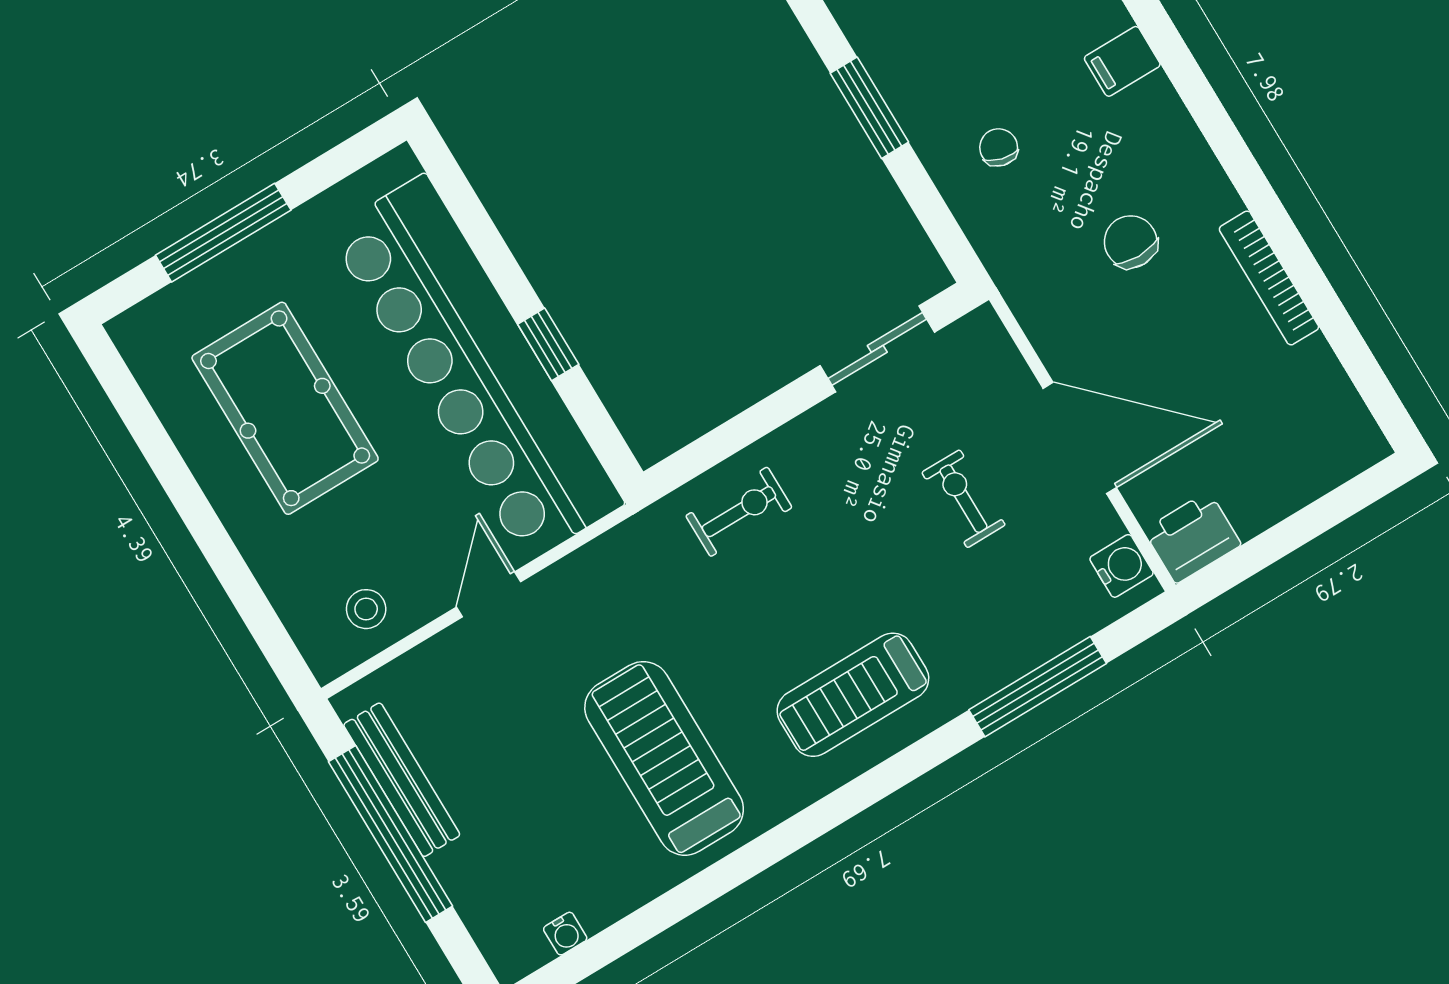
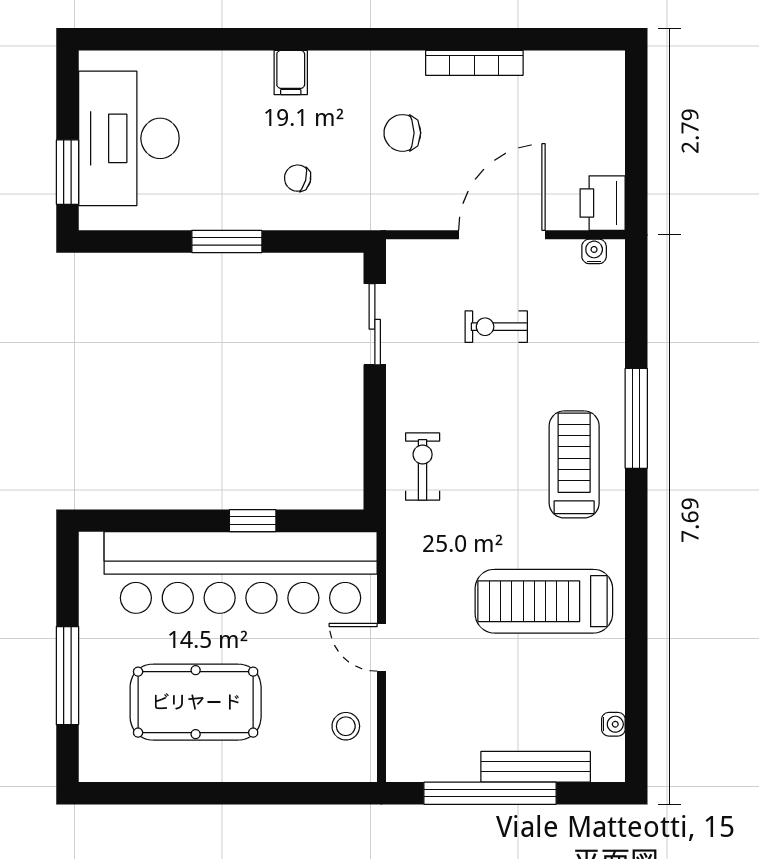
water cooler: (1122, 566) -> (594, 251), width x0.72, depth x0.72
window: (1038, 687) -> (636, 418), moved
treadmill: (853, 695) -> (574, 464), turned 180
bench: (402, 780) -> (536, 767), moved

